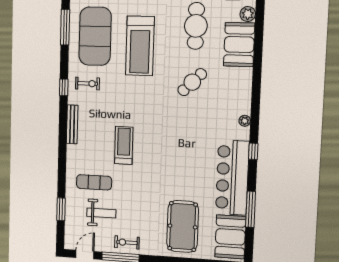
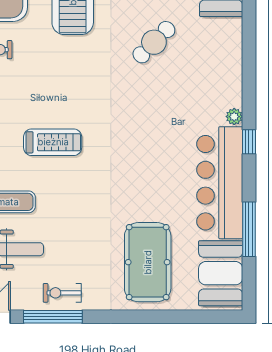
plant: (245, 121) -> (234, 117), moved
treadmill: (124, 145) -> (53, 142), turned 90

